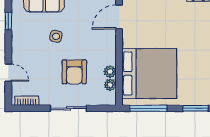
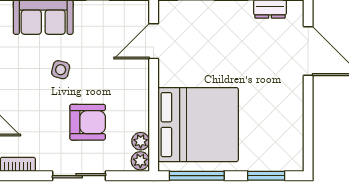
armchair: (74, 72) -> (88, 122), turned -90
plant: (110, 72) -> (140, 161), moved

